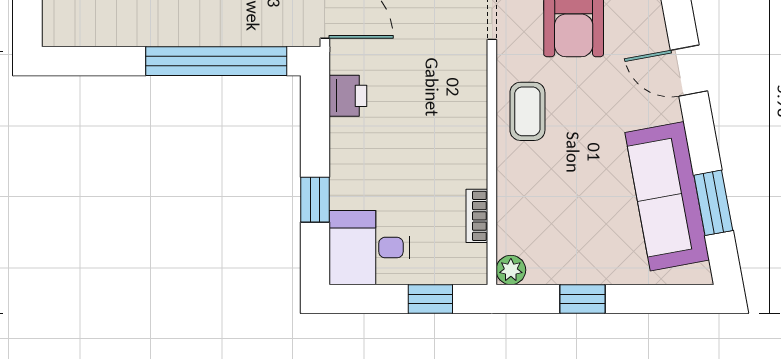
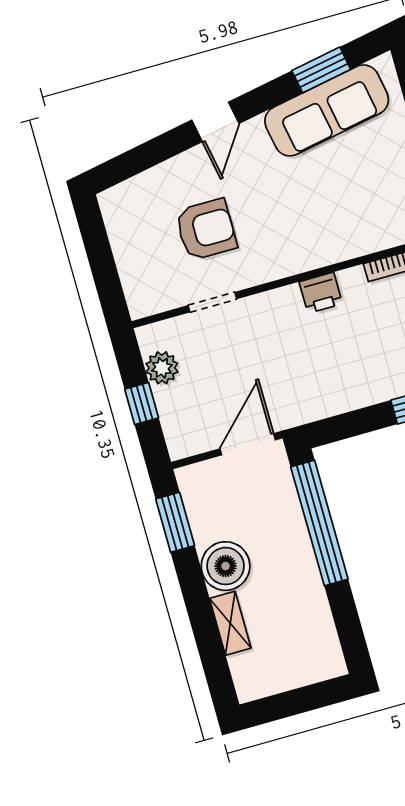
printer: (348, 96) -> (321, 293), moved, turned 180
coffee table: (527, 111) -> (288, 248), removed

